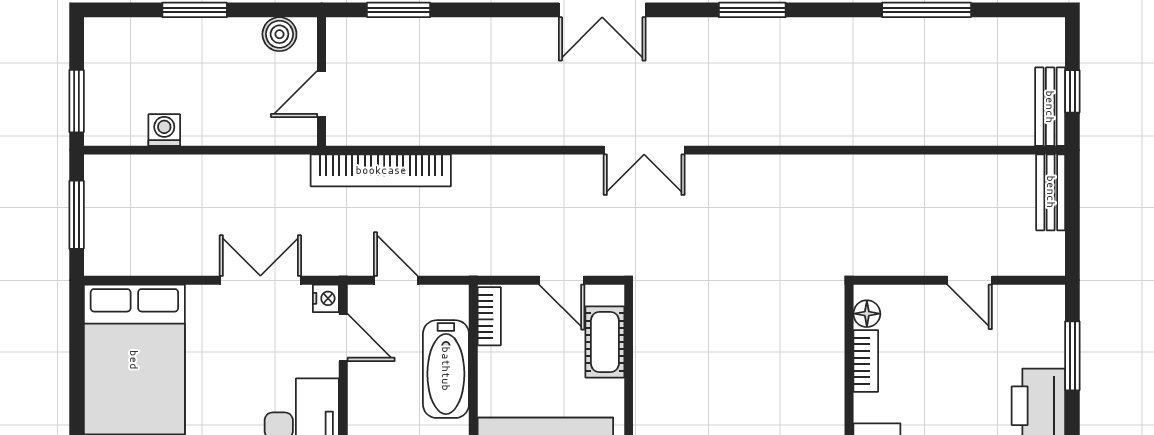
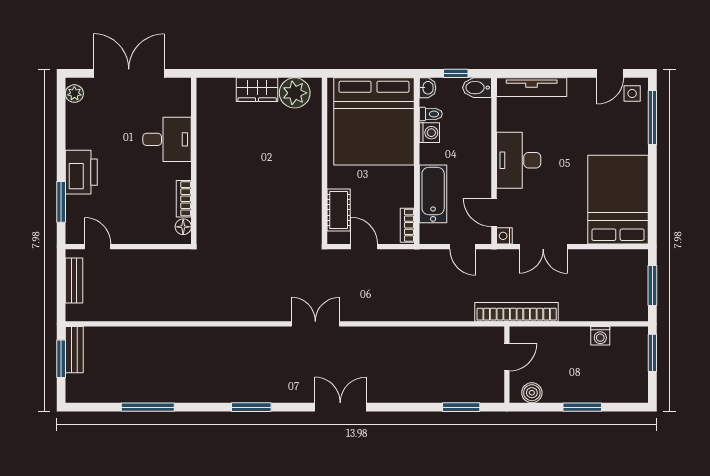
window: (1072, 91) -> (61, 359), width x1.50
bookcase: (381, 170) -> (517, 312), moved
bench: (1051, 192) -> (74, 281), moved
door: (970, 280) -> (98, 247), moved

